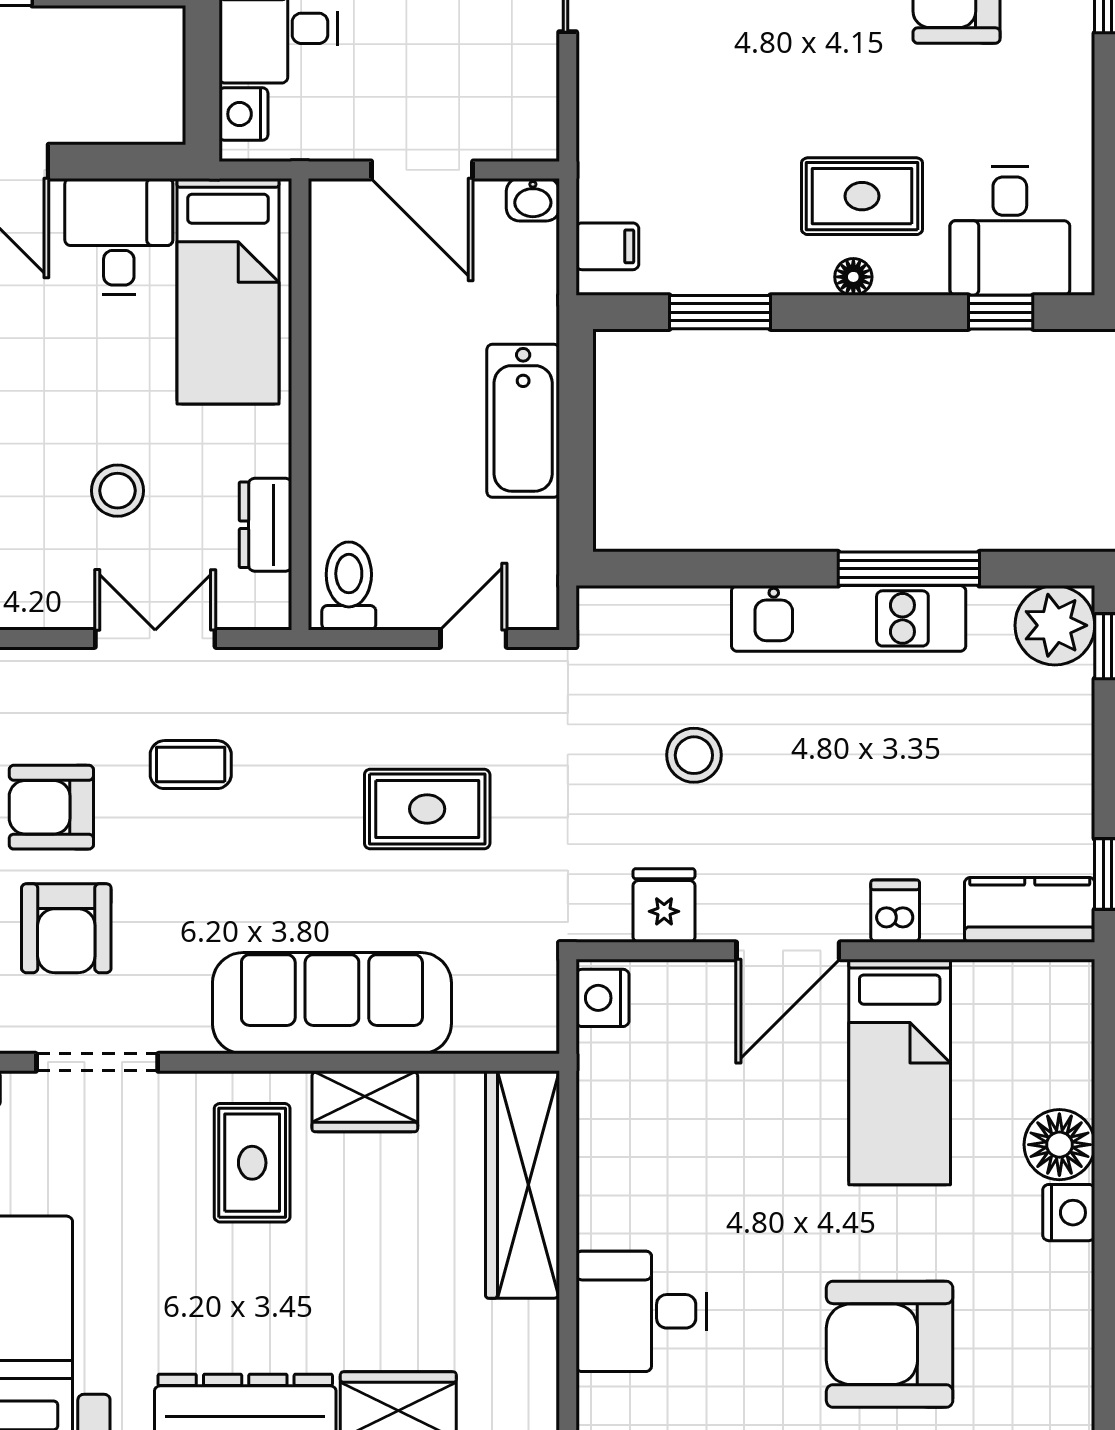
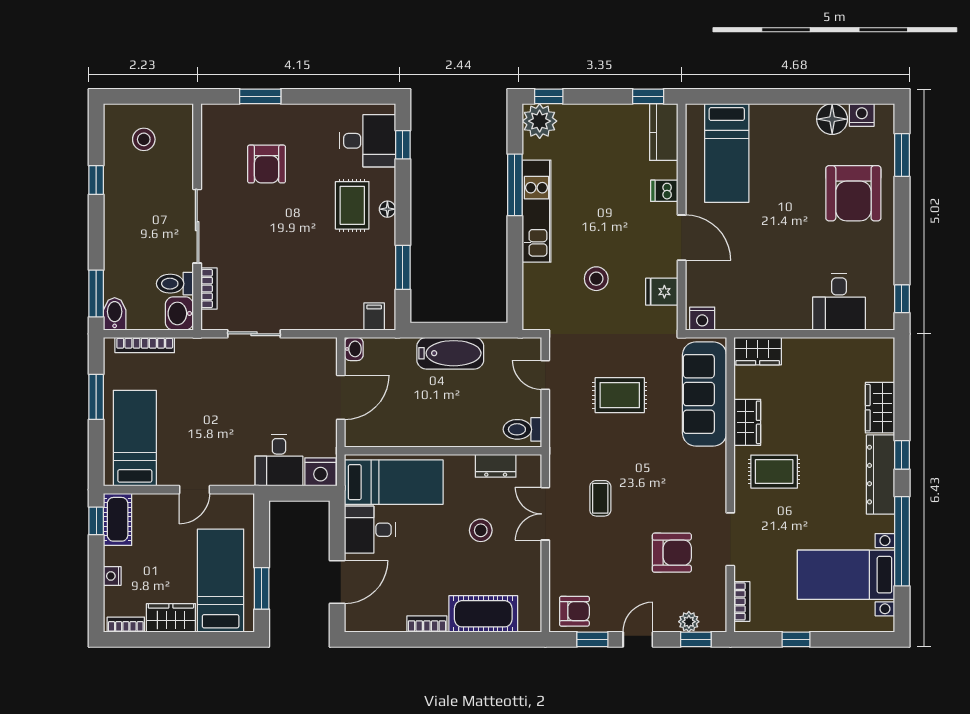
nightstand: (243, 114) -> (321, 472), width x1.36, depth x1.33
armchair: (51, 807) -> (619, 559), removed
rug: (427, 809) -> (620, 395), turned 90
sofa: (332, 1003) -> (705, 394), moved
bed: (900, 1072) -> (727, 153), moved, turned 90
floor lamp: (1059, 1145) -> (832, 119), moved
wardrobe: (522, 1185) -> (758, 351), width x0.48, depth x0.85
nightstand: (1069, 1213) -> (862, 115), moved

